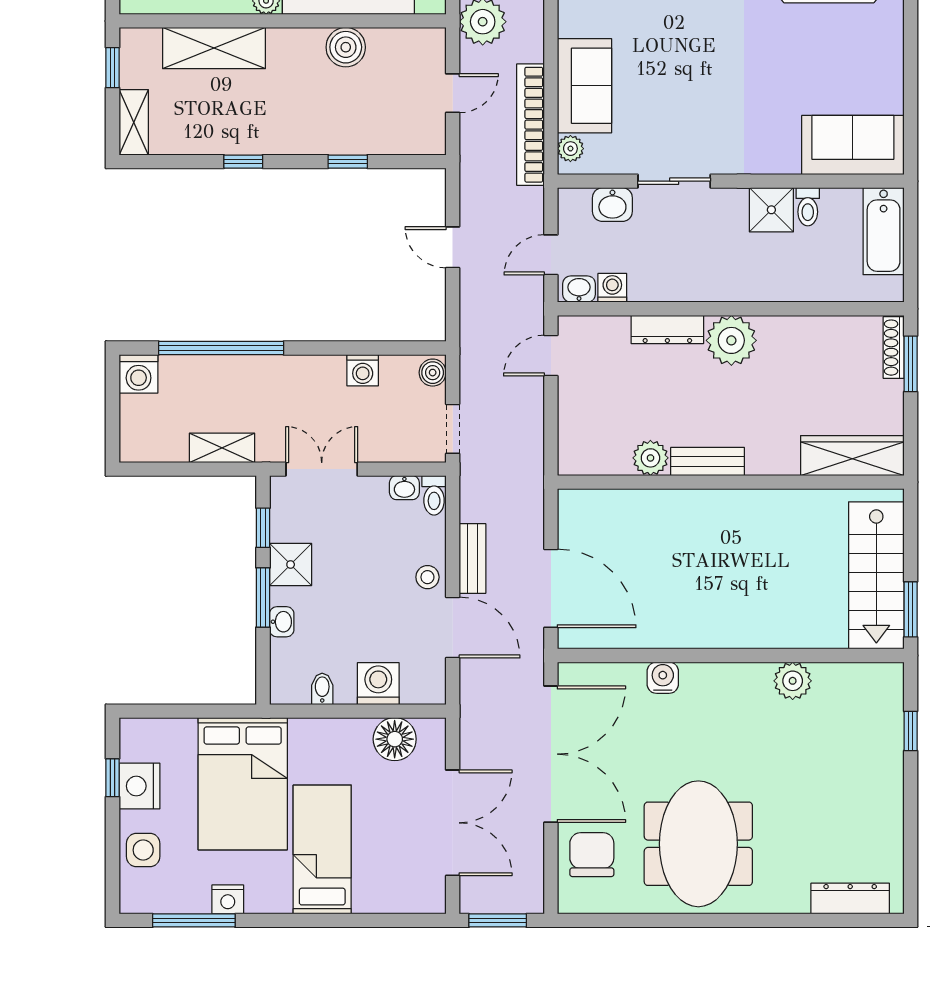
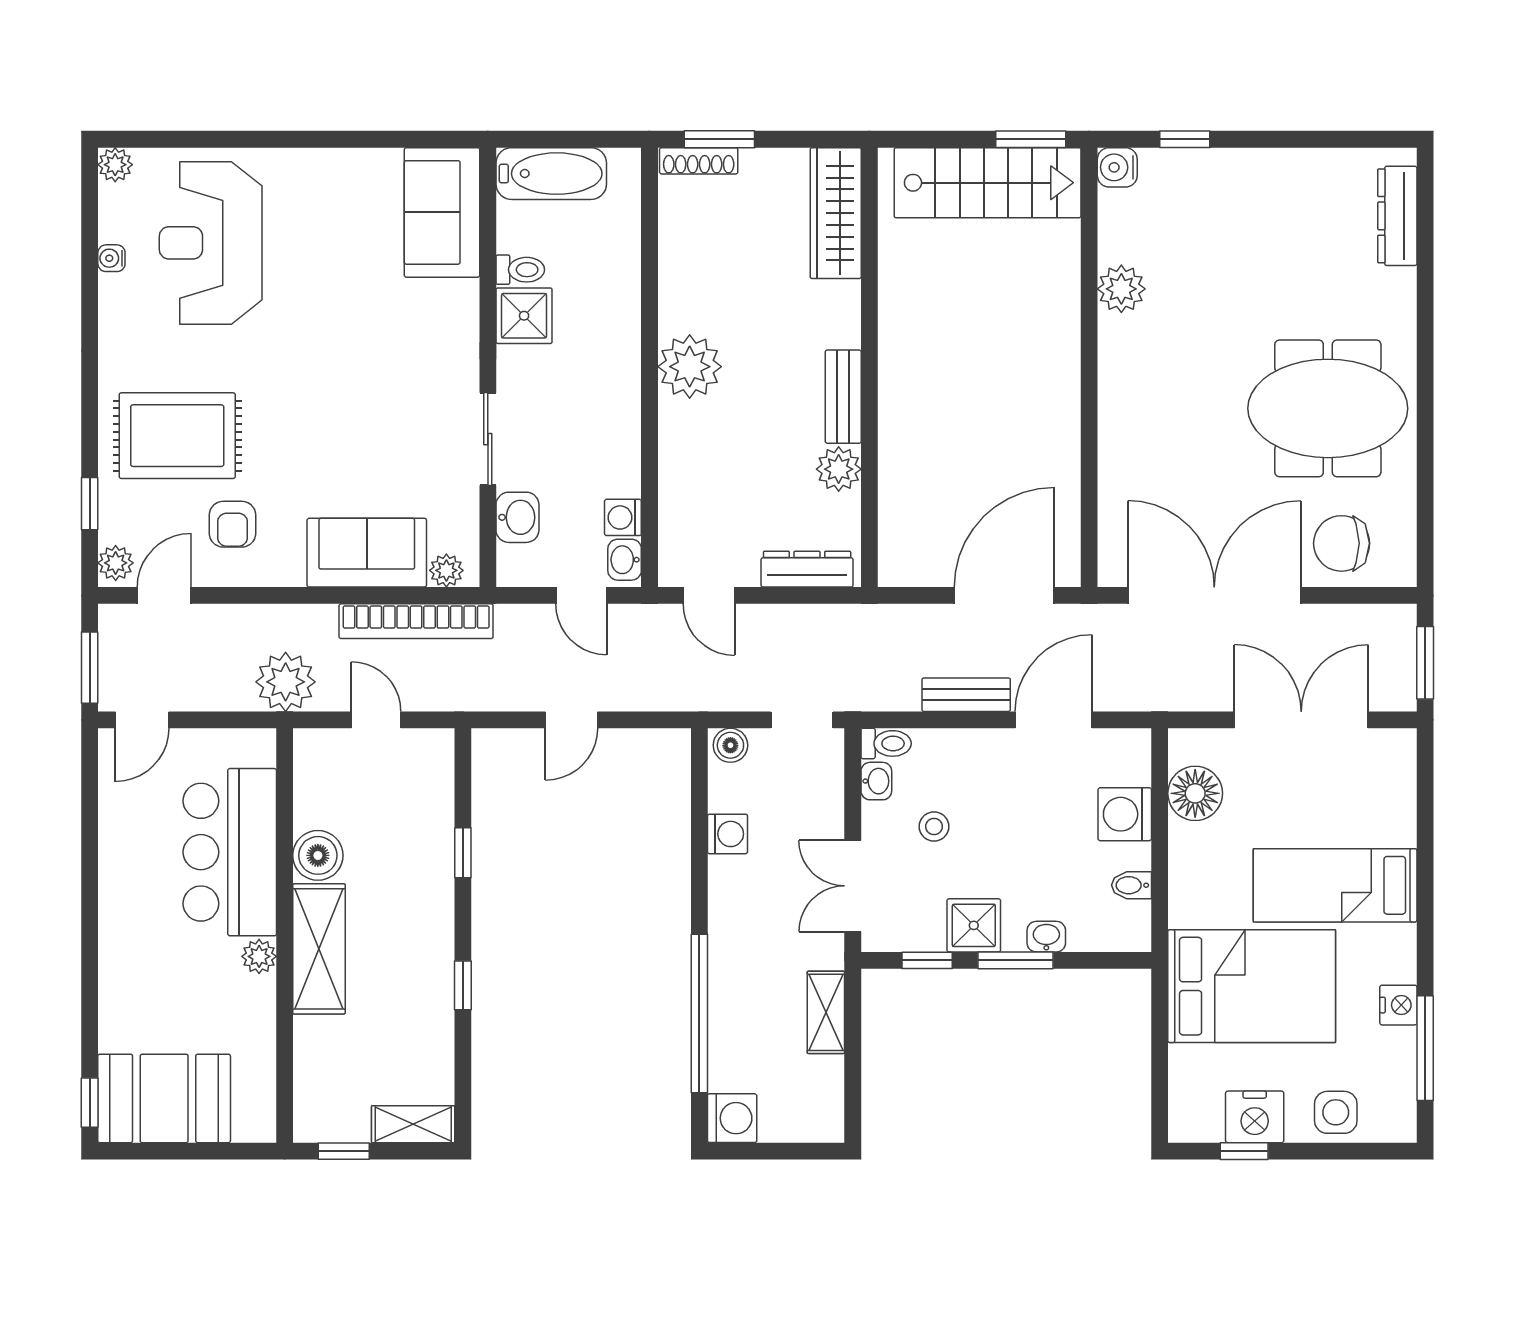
shelving: (214, 48) -> (319, 949), moved
dresser: (667, 329) -> (807, 569), moved, turned -90
stool: (427, 577) -> (934, 826), moved
water cooler: (663, 678) -> (1117, 167), moved

